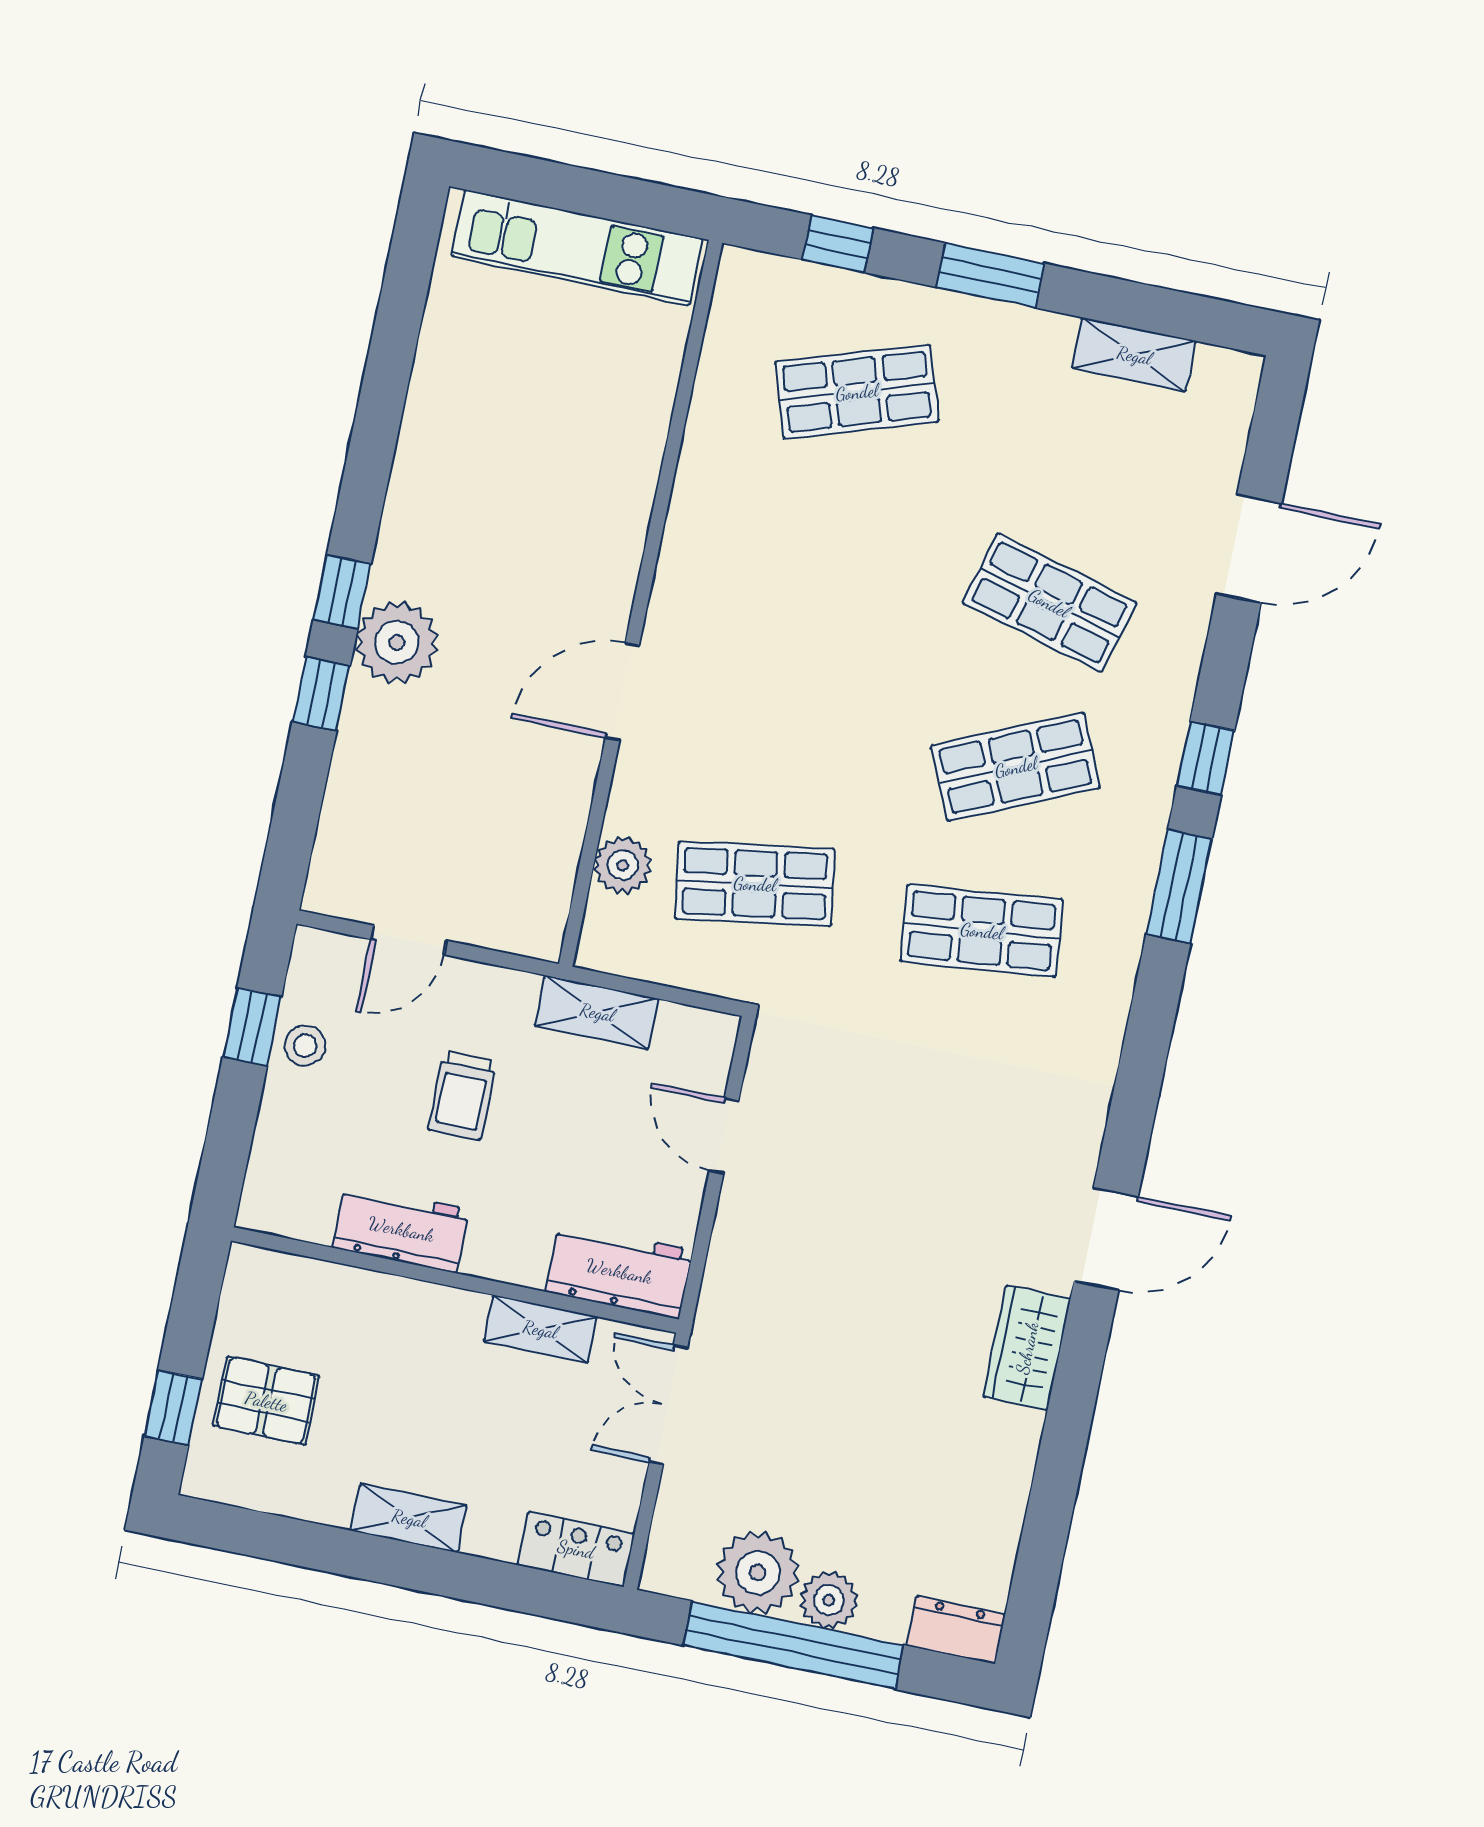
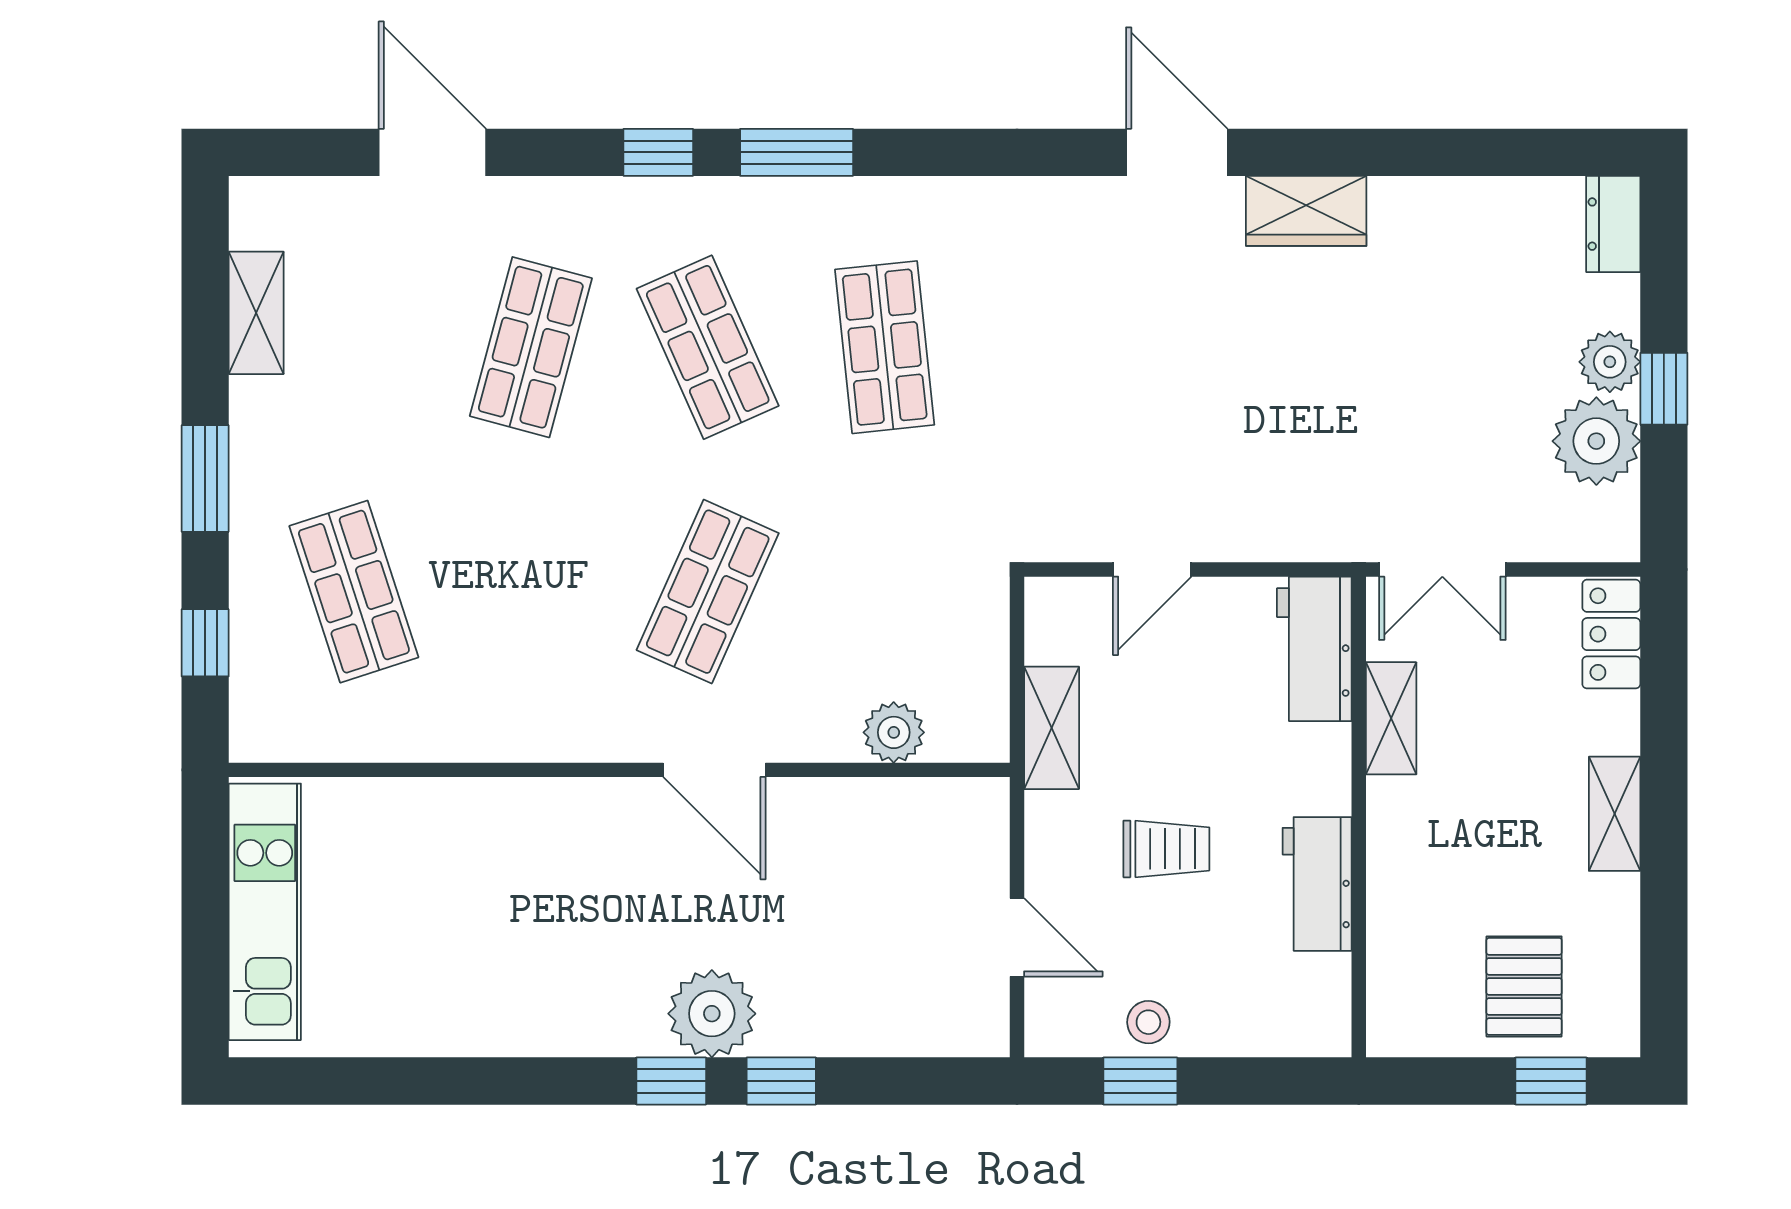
shop shelf: (755, 884) -> (708, 592), moved, turned 33
window: (793, 1645) -> (1664, 389), width x0.32

